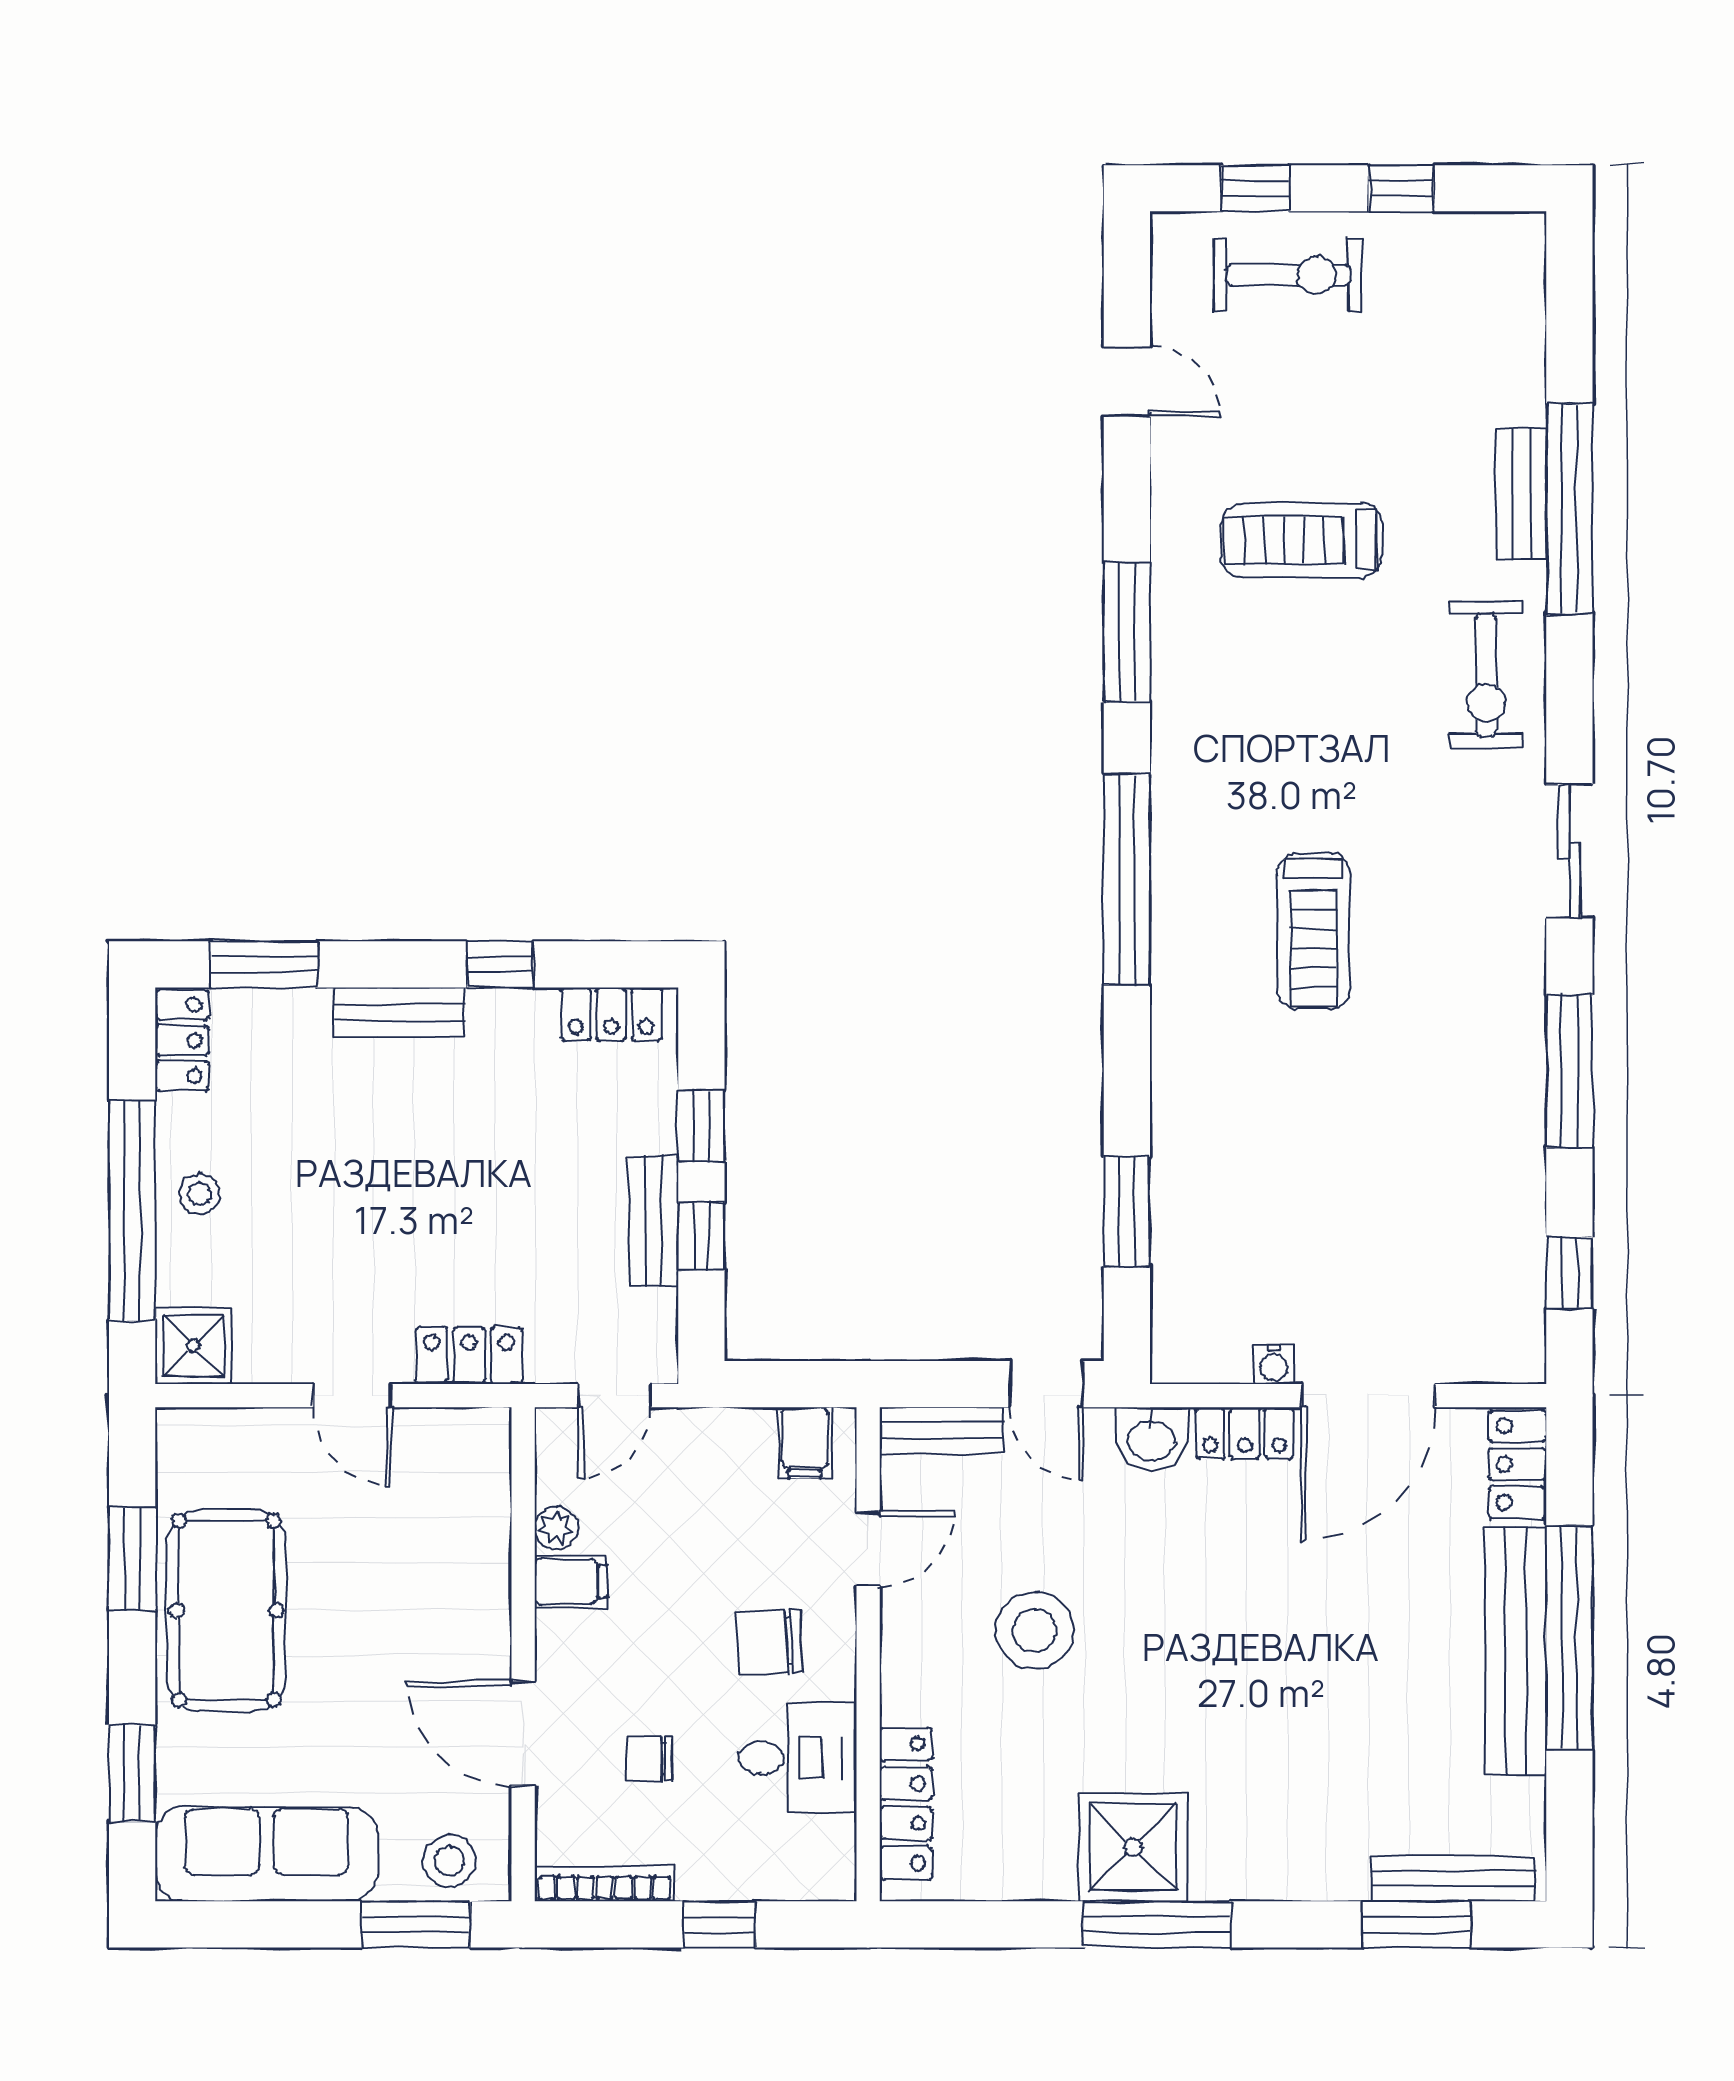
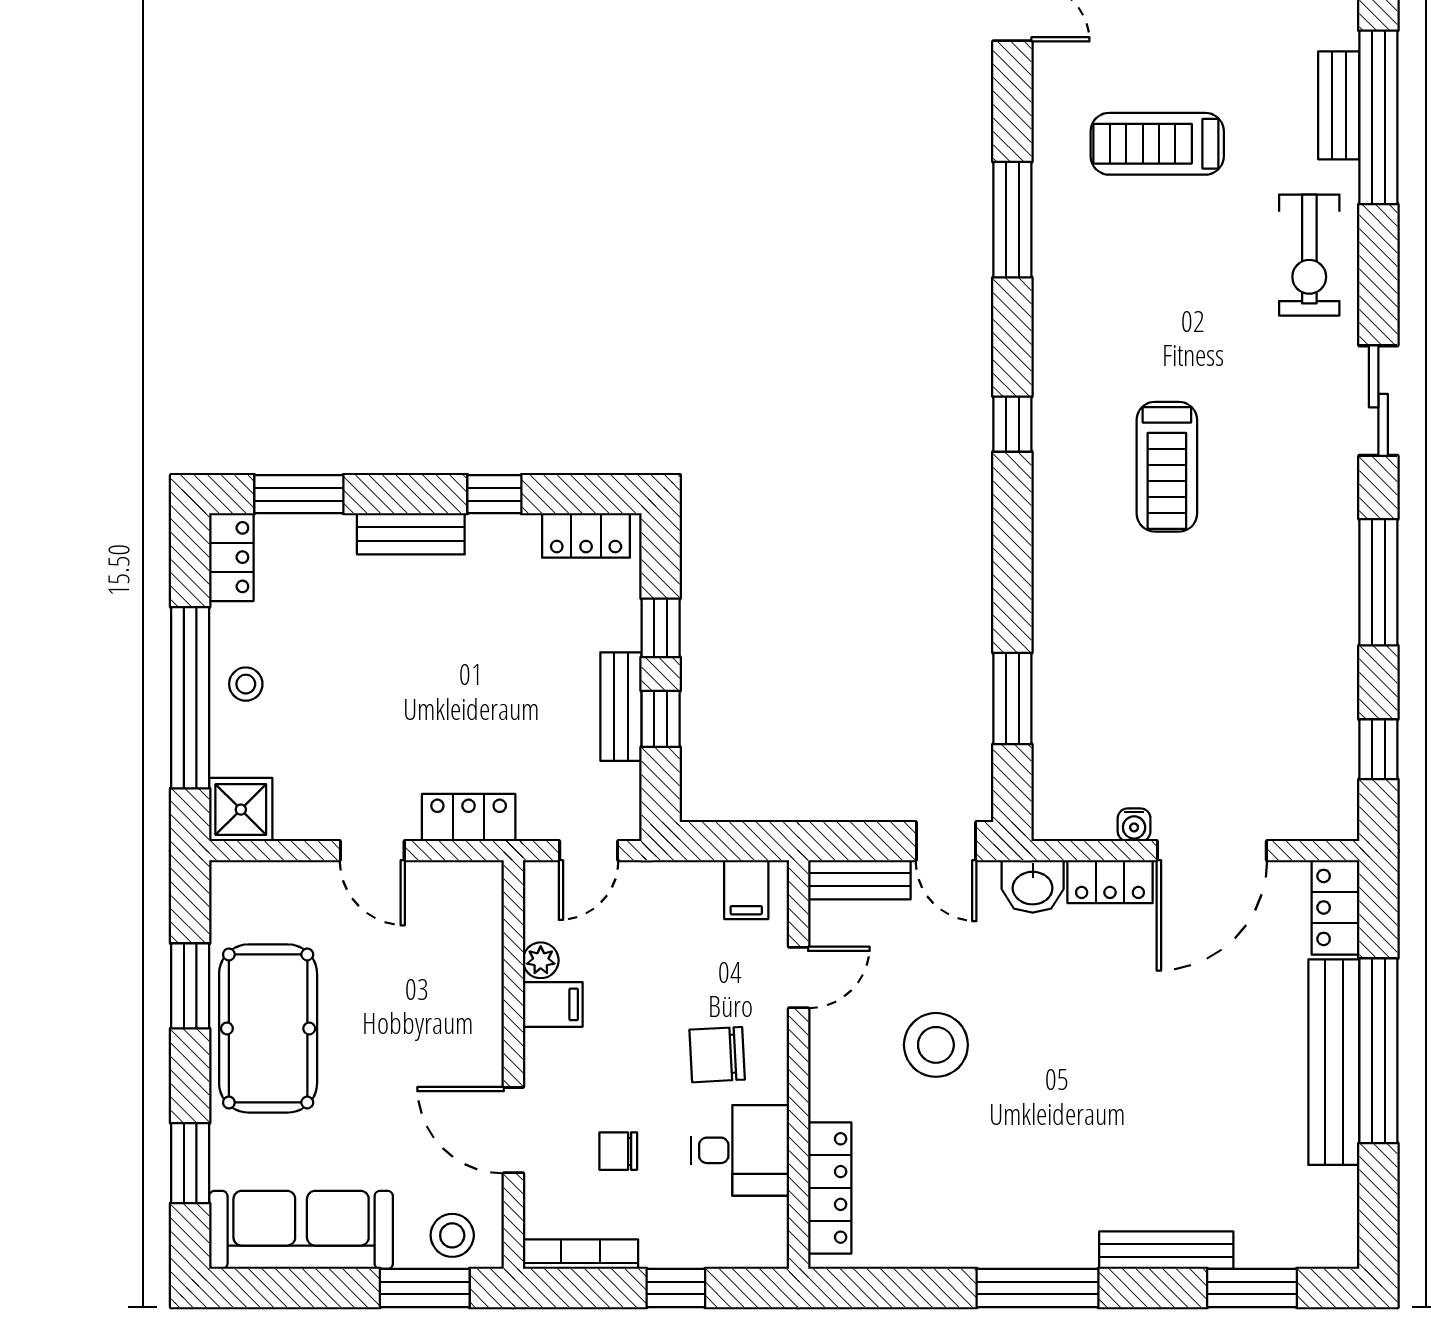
window: (1127, 880) -> (1012, 424), width x0.32
shower: (1133, 1847) -> (1017, 1224), removed
bench: (1453, 1879) -> (1166, 1250), moved

